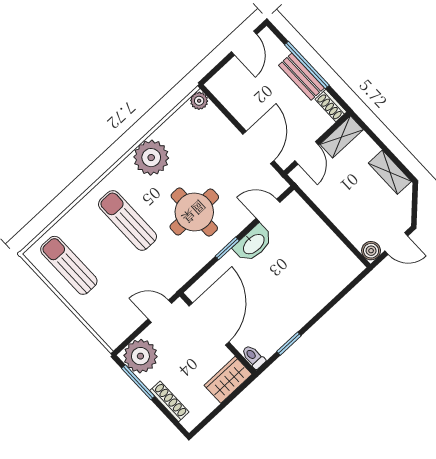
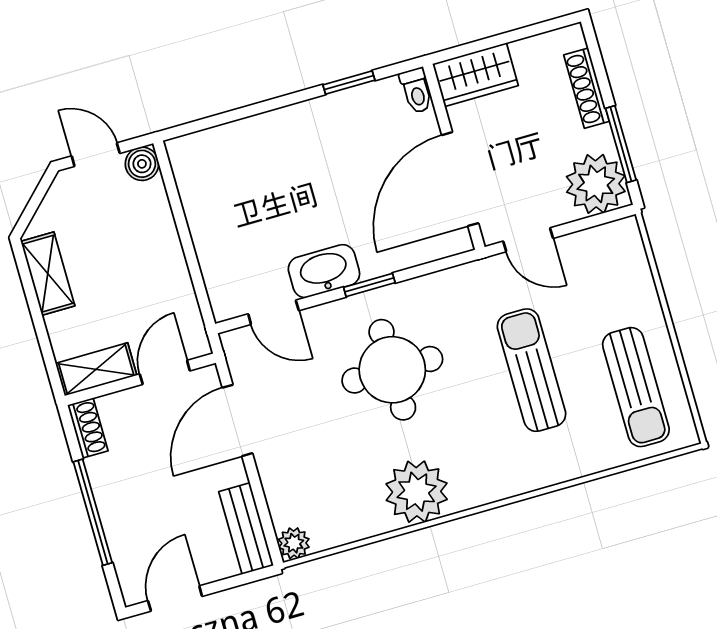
bench: (301, 77) -> (246, 528), moved
sun lounger: (127, 220) -> (532, 370), moved, turned 180

